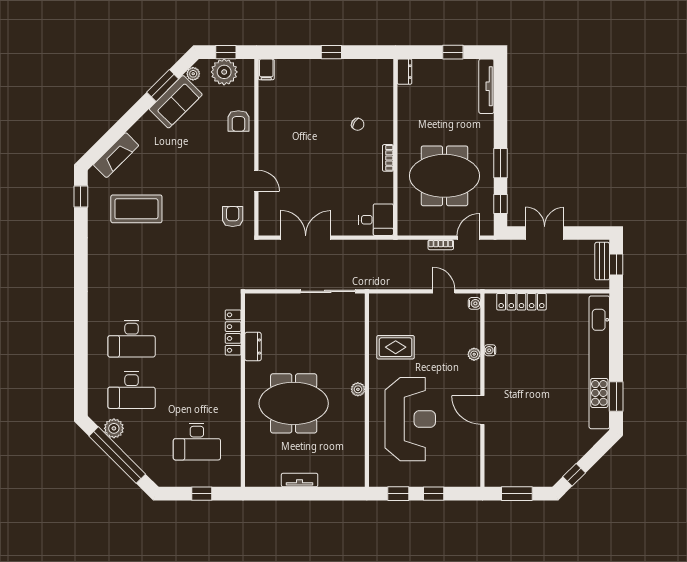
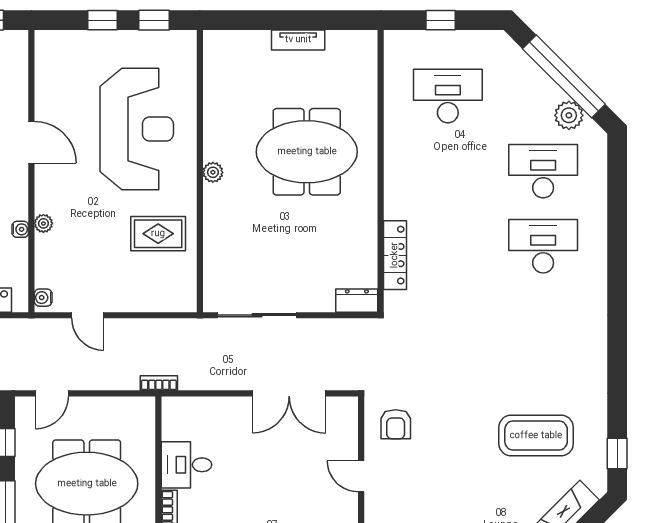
desk: (376, 220) -> (186, 465), moved
bookcase: (441, 245) -> (159, 383), moved
dresser: (253, 347) -> (357, 301), moved, turned 90
reception desk: (410, 419) -> (137, 129), turned 180

